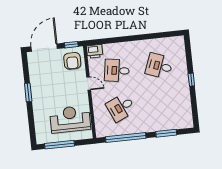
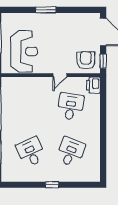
armchair: (72, 61) -> (86, 60), turned 90
window: (28, 92) -> (46, 10), moved
desk: (121, 107) -> (31, 152), moved

